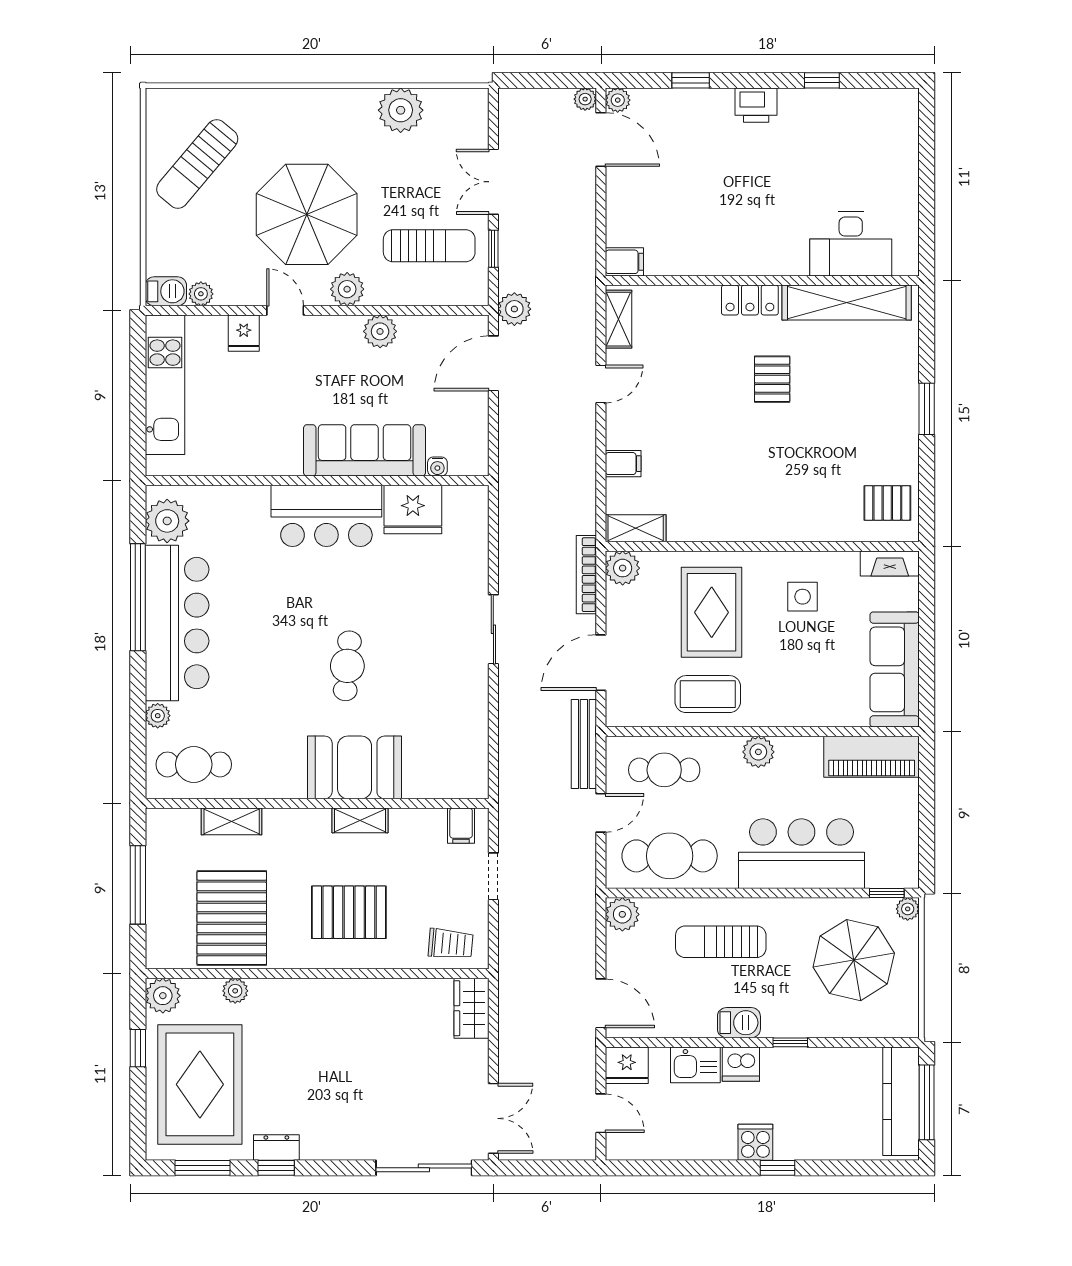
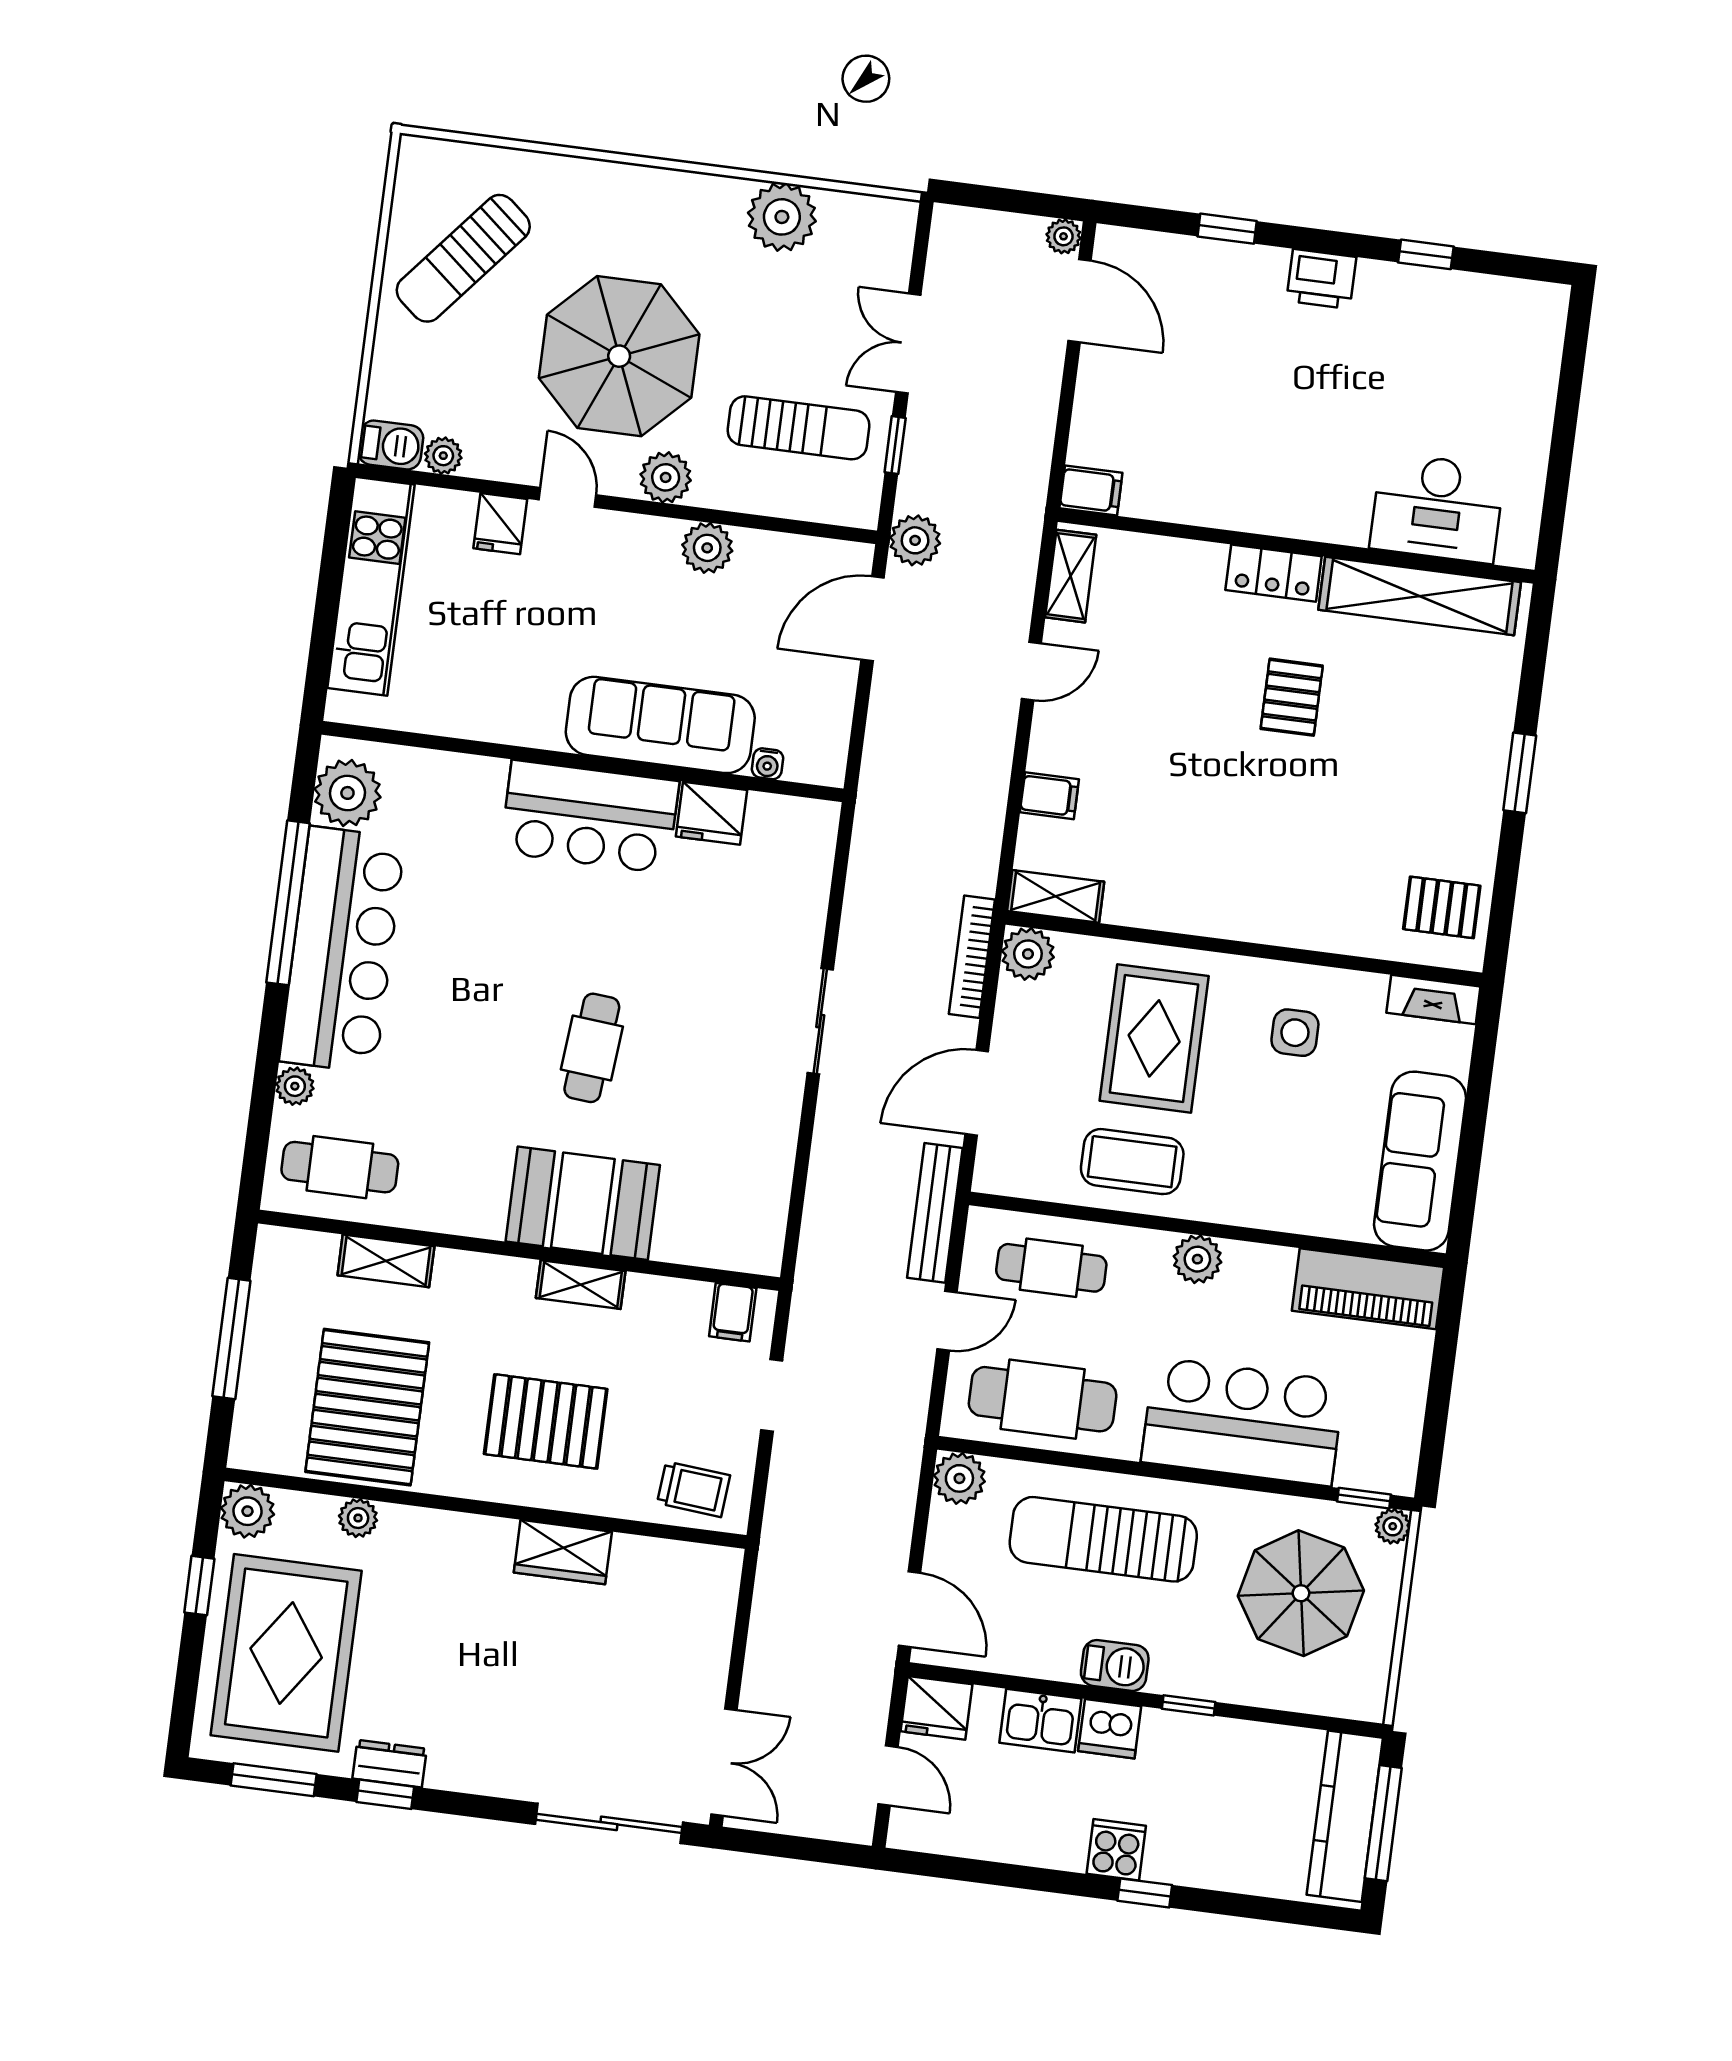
plant: (618, 100) -> (1113, 244), removed
fridge: (413, 510) -> (712, 813), width x0.73, depth x0.75
sun lounger: (721, 942) -> (1103, 1539), width x1.36, depth x1.34
wardrobe: (471, 1008) -> (563, 1552), moved, turned -90

